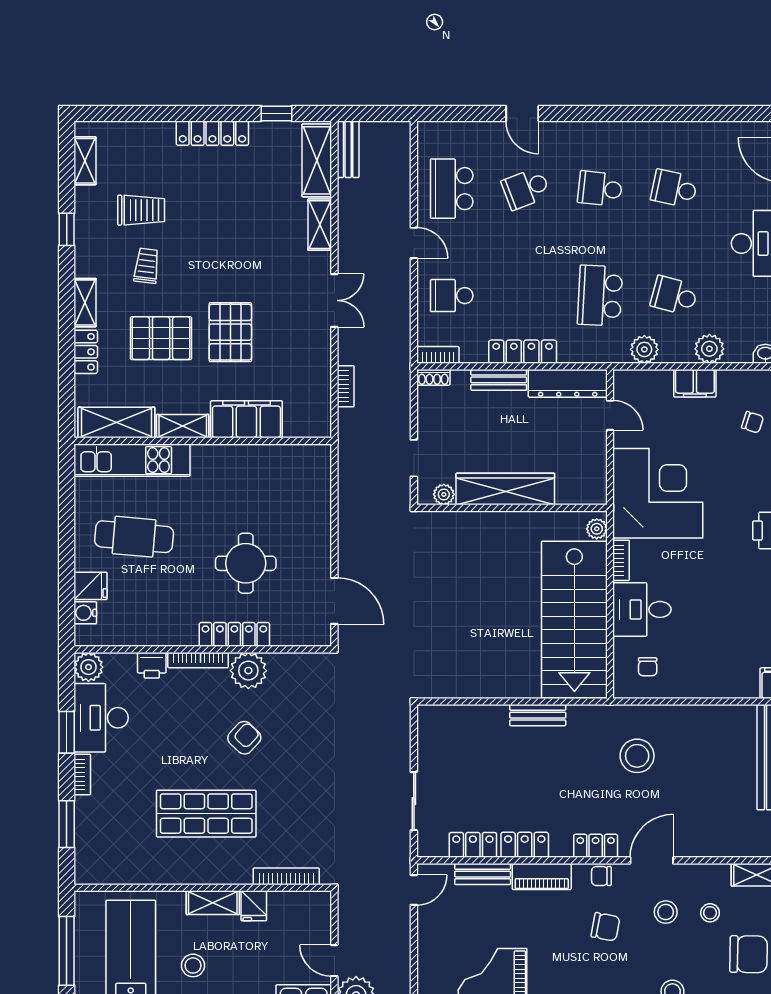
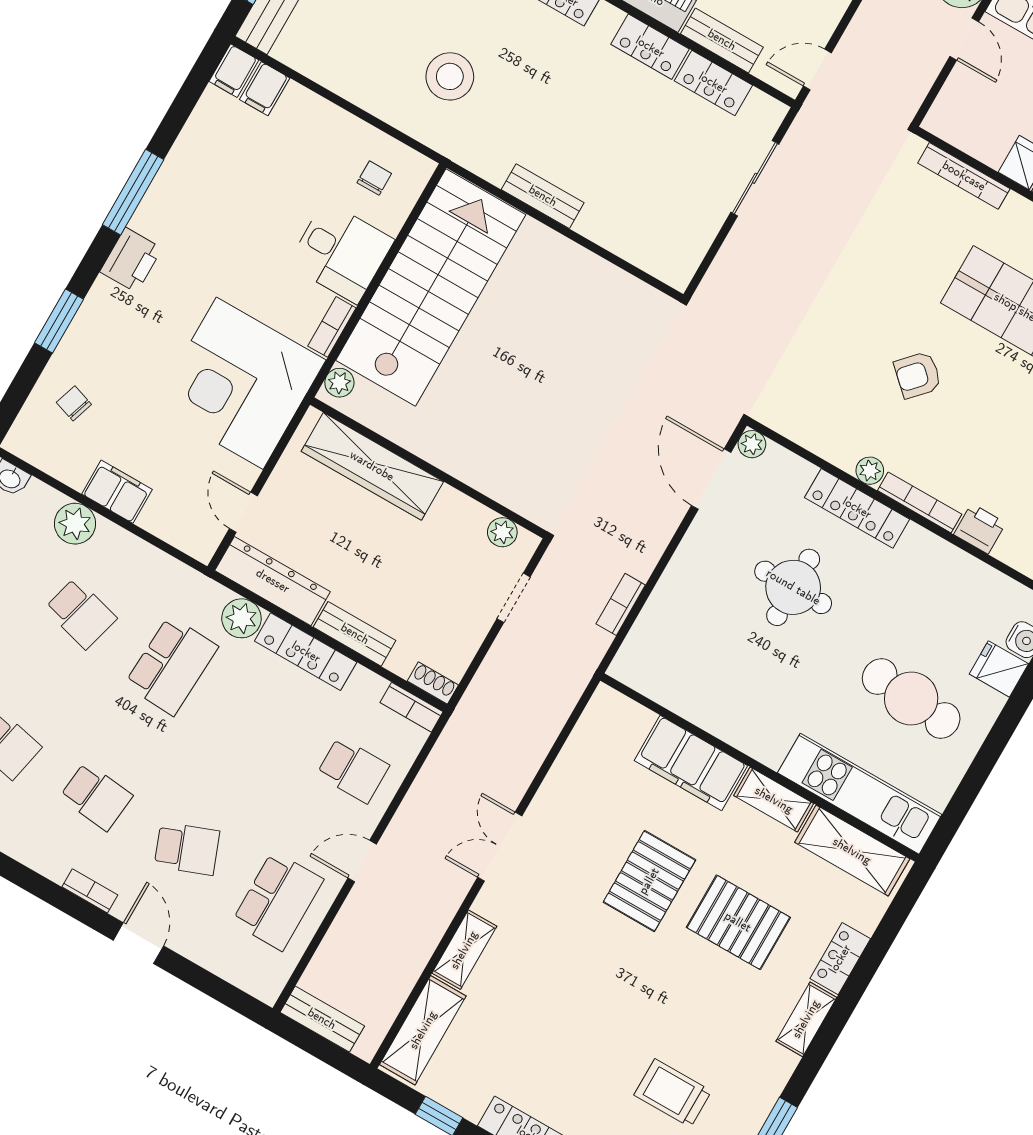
bookcase: (570, 128) -> (90, 891), added
bench: (348, 149) -> (322, 1019), moved, turned 90
door: (414, 243) -> (362, 861), hinge flipped
trolley: (147, 266) -> (705, 1021), removed
plant: (644, 349) -> (241, 618), moved
bookcase: (346, 386) -> (621, 604), moved
wardrobe: (505, 489) -> (372, 466), moved
plant: (322, 637) -> (752, 444), added
plant: (248, 671) -> (870, 471), width x0.53, depth x0.53
filing cabinet: (747, 683) -> (265, 89), added

